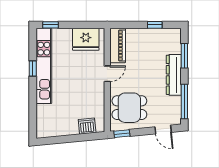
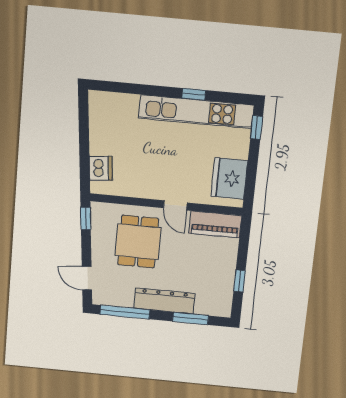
dining table: (129, 108) -> (138, 242), moved
door: (163, 130) -> (87, 278), hinge flipped

